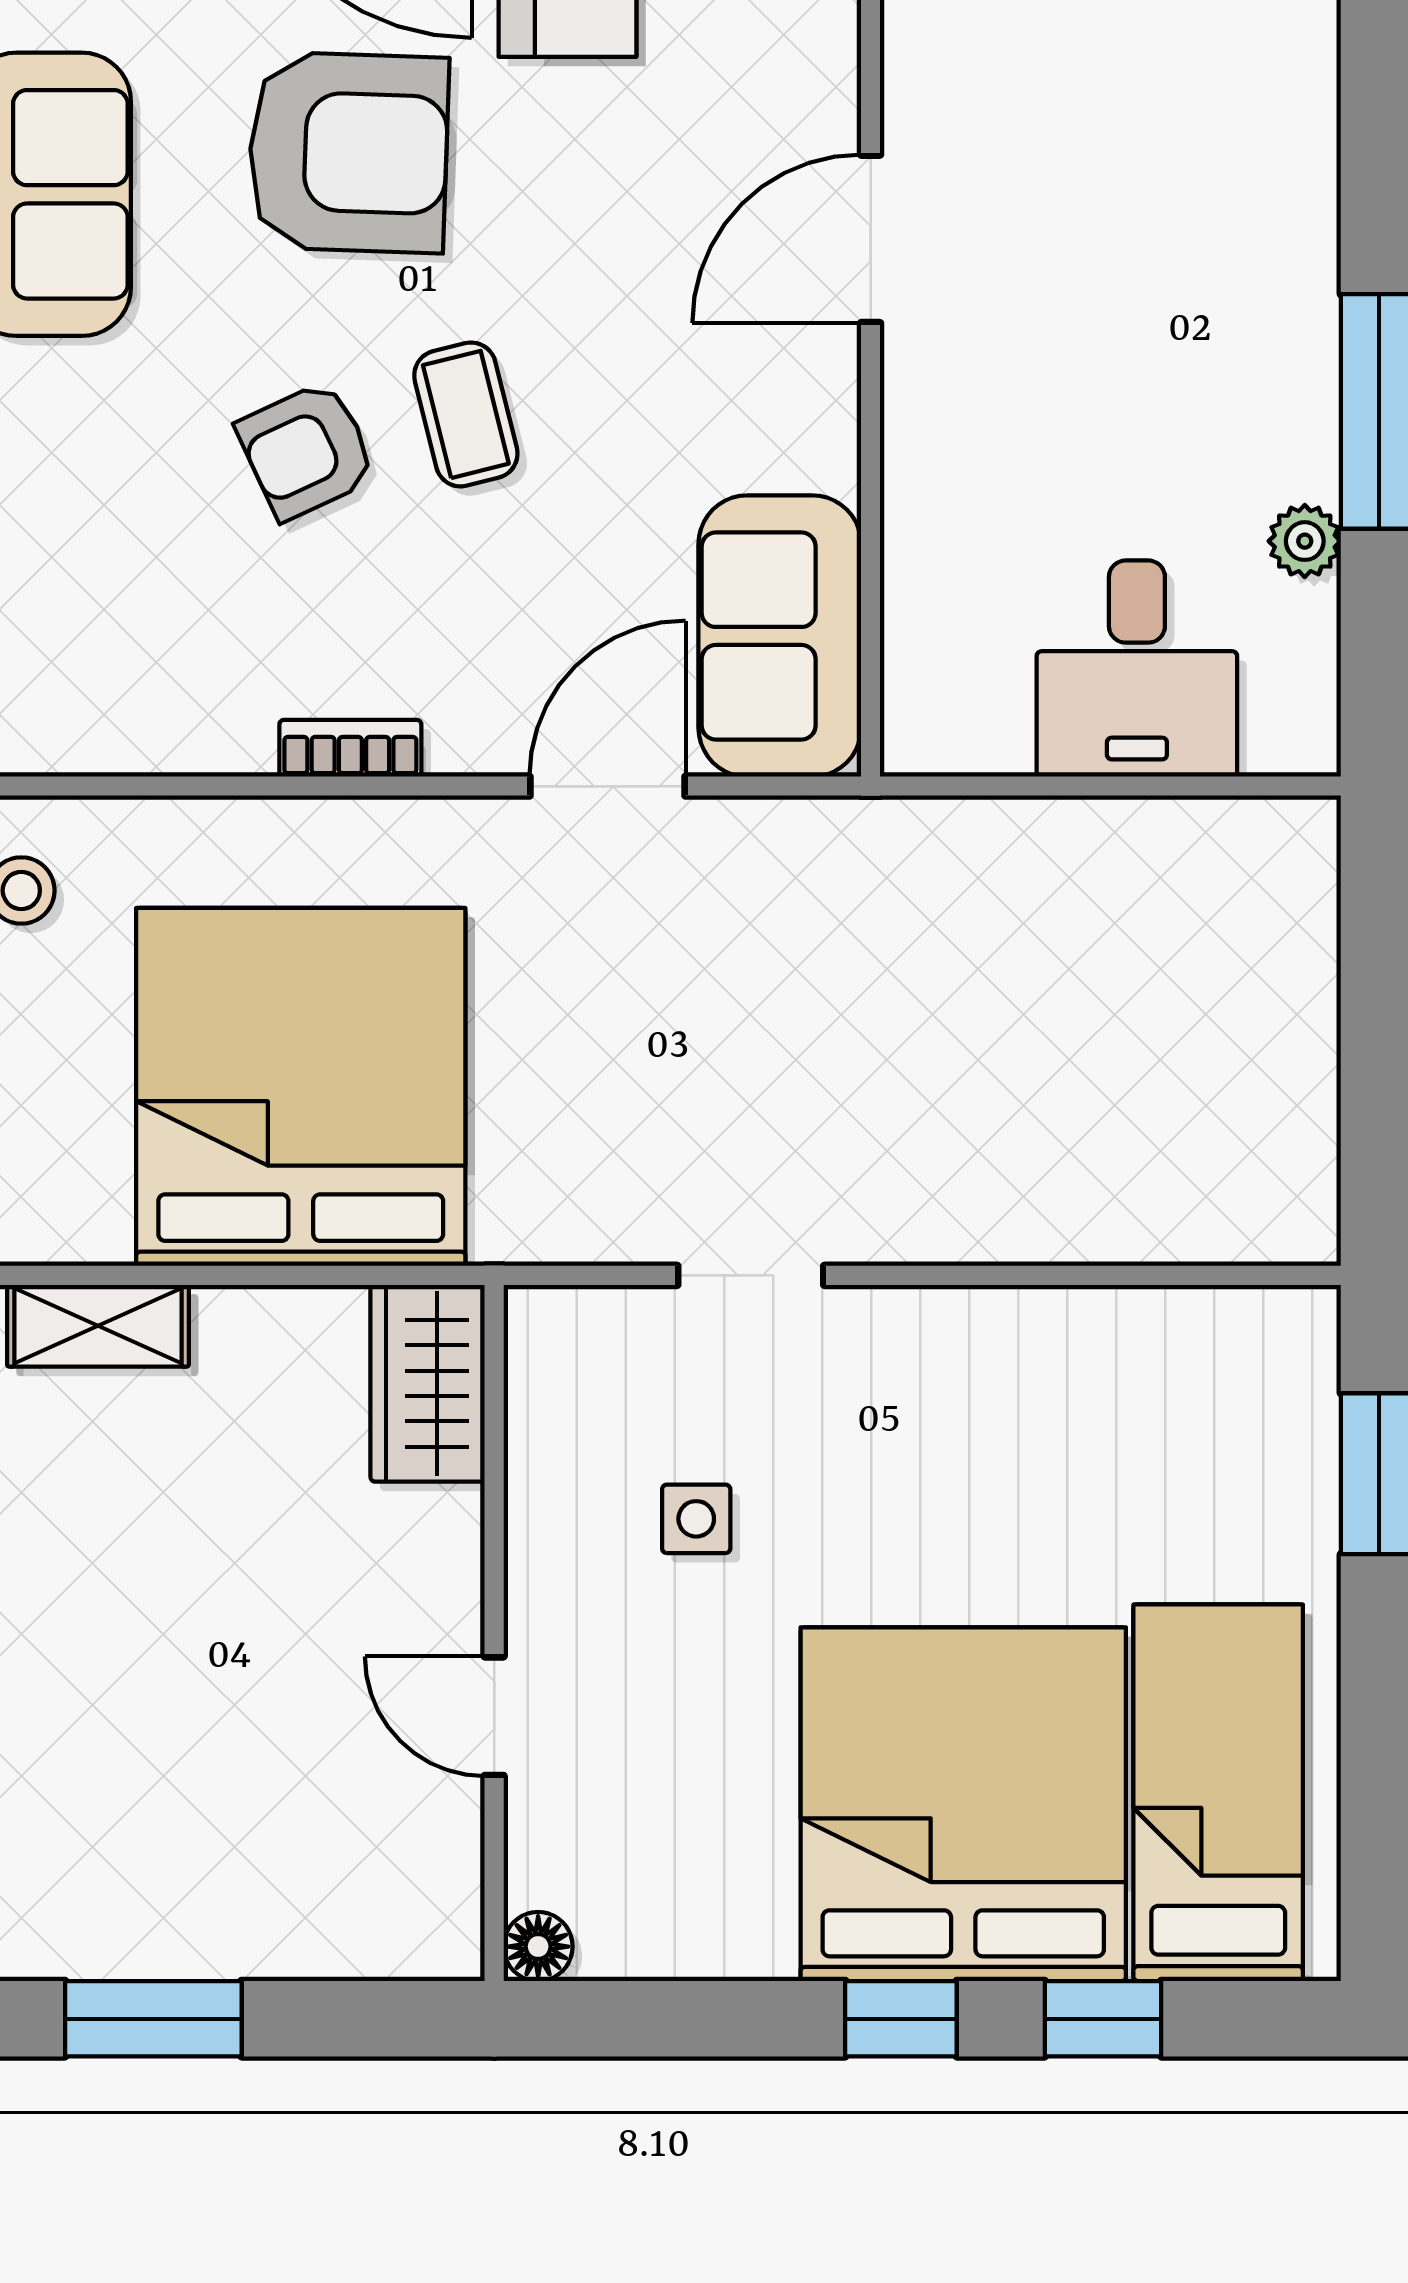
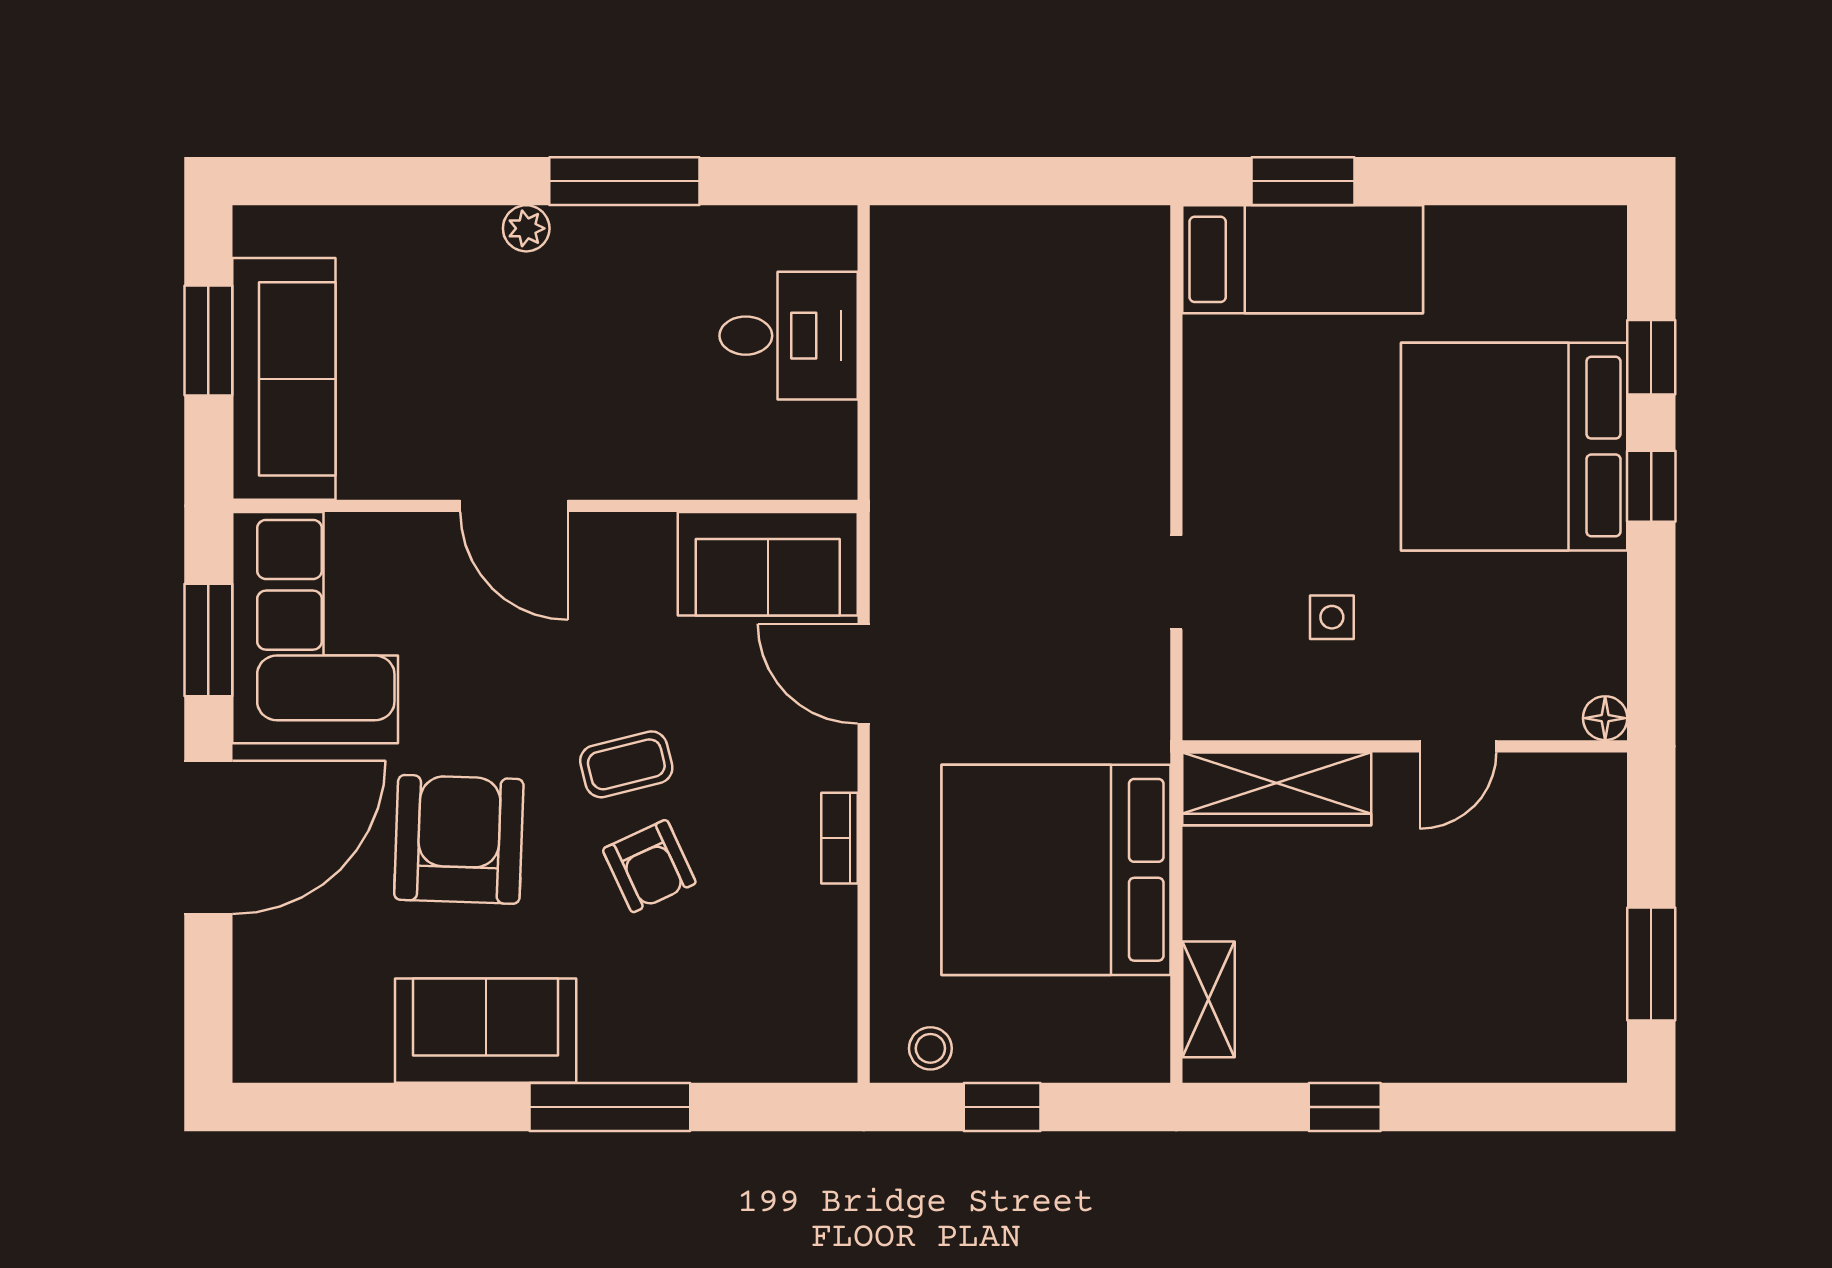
plant: (1305, 541) -> (526, 228), moved
wardrobe: (428, 1383) -> (1277, 789), width x1.50
bed: (1218, 1793) -> (1303, 259), moved, turned 180

